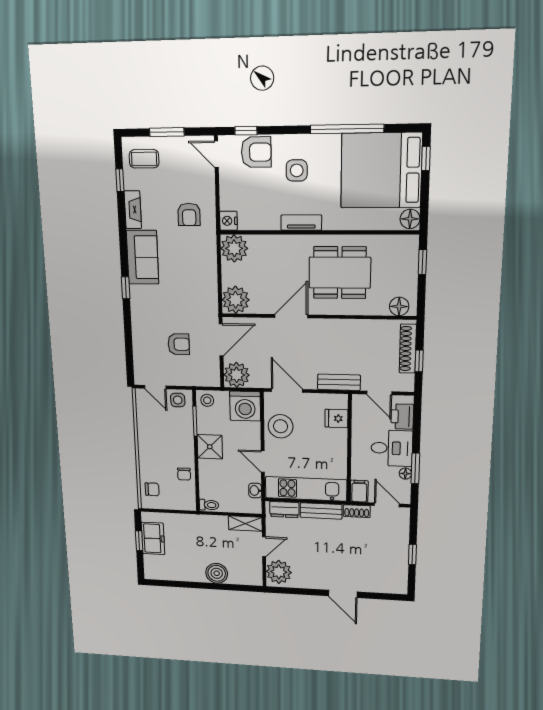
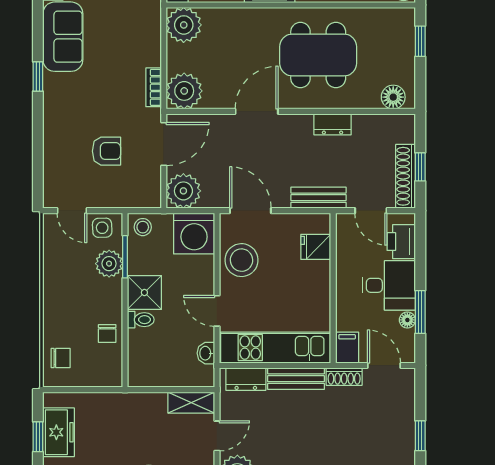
bookcase: (212, 297) -> (154, 87), added
dresser: (350, 327) -> (333, 124), added
shoe rack: (408, 349) -> (405, 176), moved
plant: (184, 426) -> (109, 264), added
toilet: (209, 505) -> (141, 320), moved

